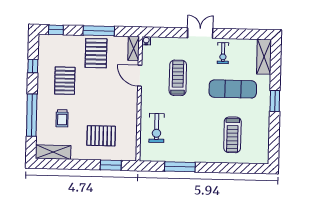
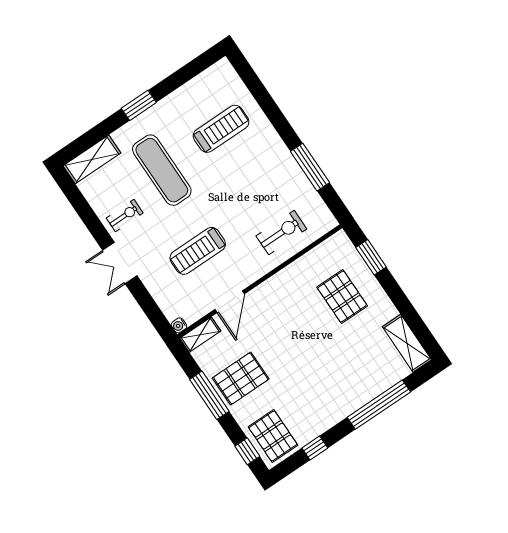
pallet: (65, 81) -> (273, 436), moved, turned 90
trolley: (62, 118) -> (355, 363), removed

